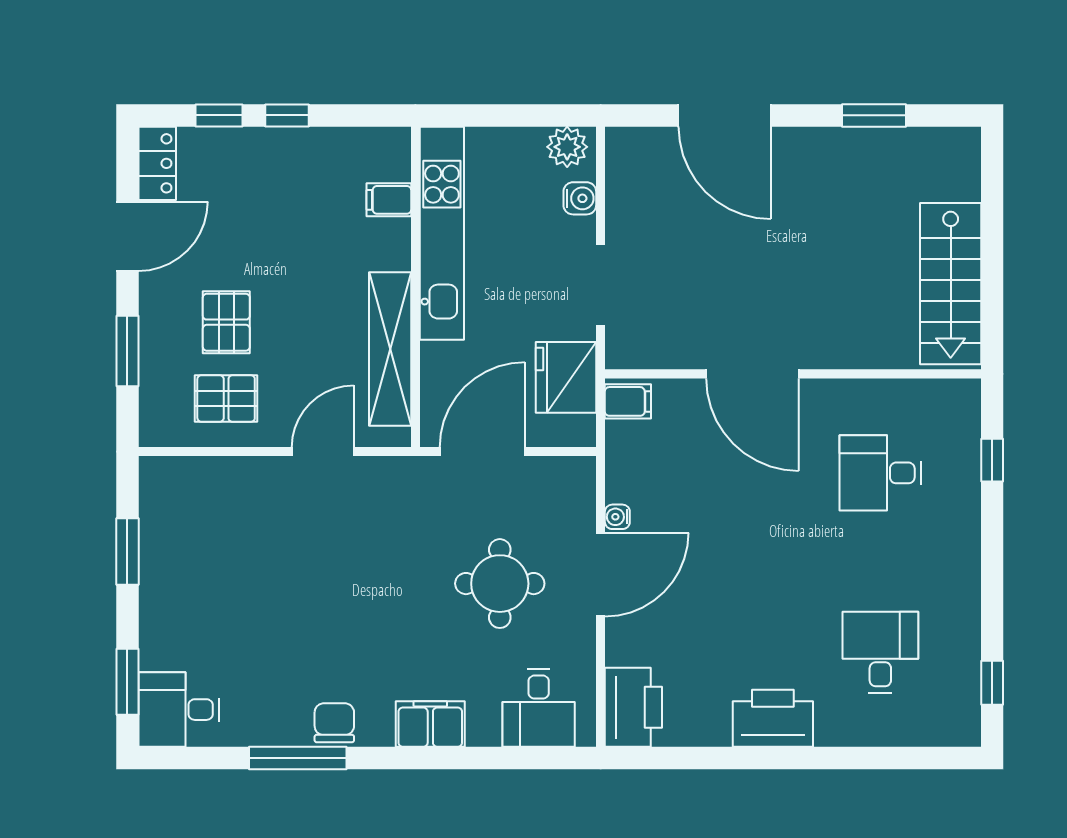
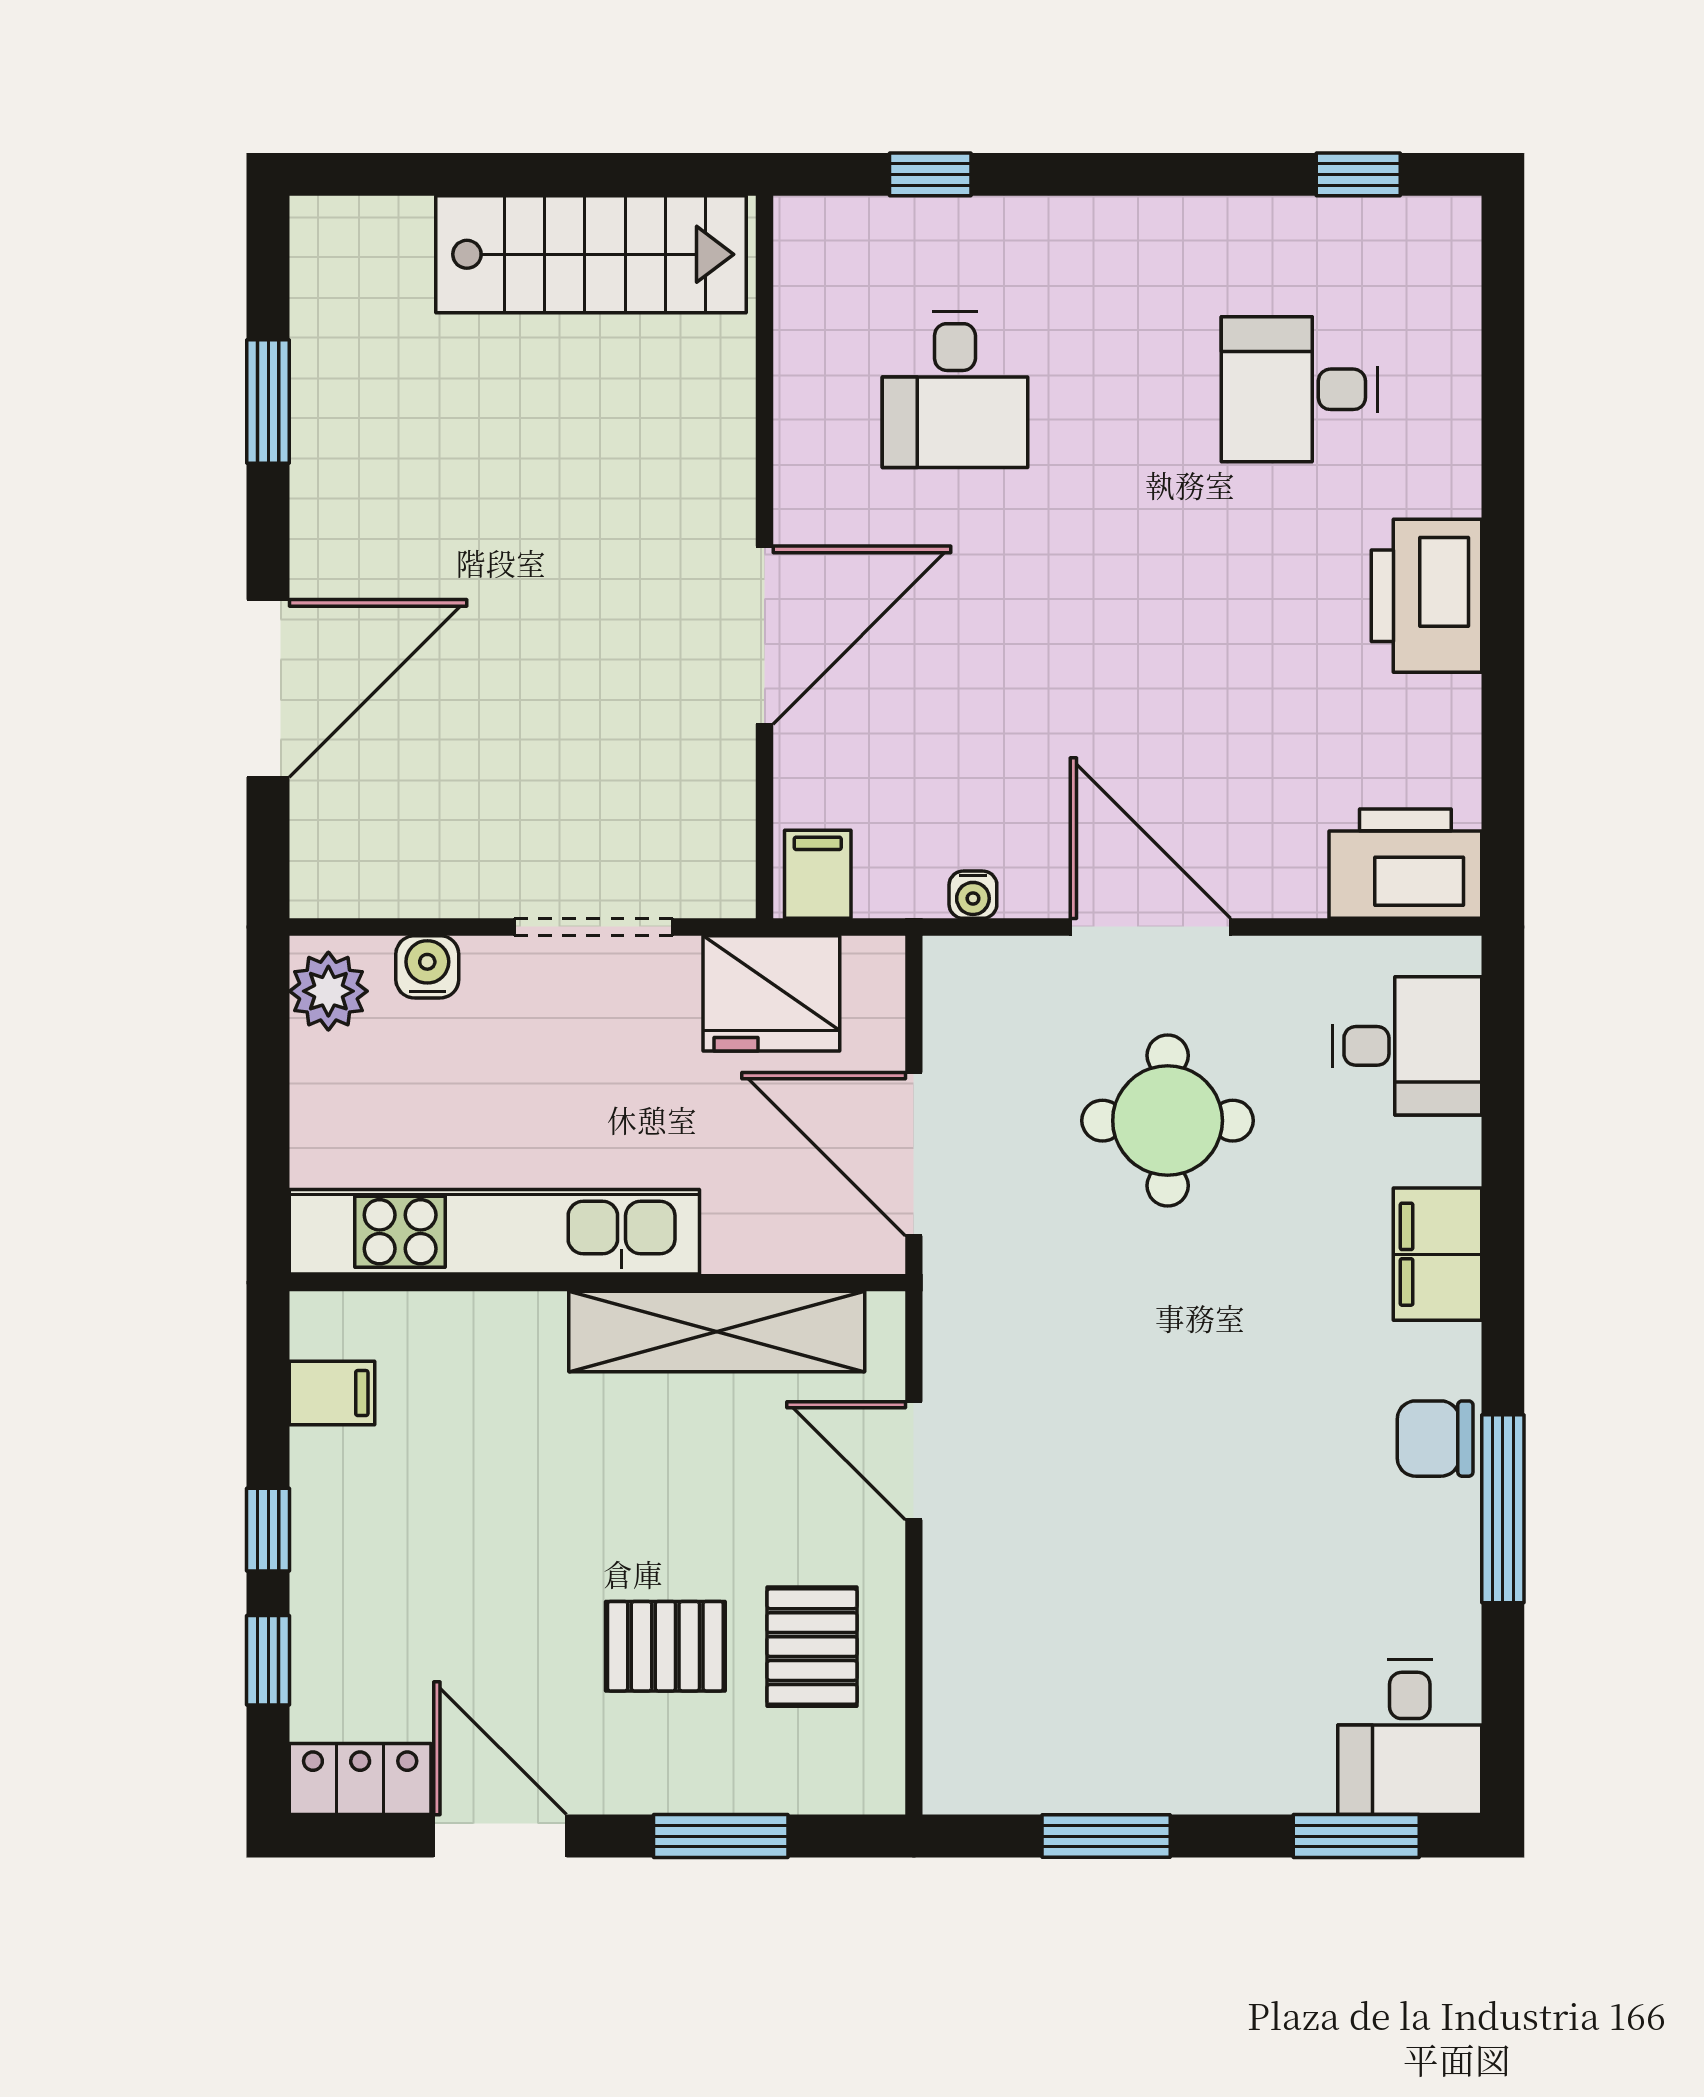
filing cabinet: (389, 200) -> (332, 1393), moved, turned -90
water cooler: (617, 517) -> (973, 895), moved

